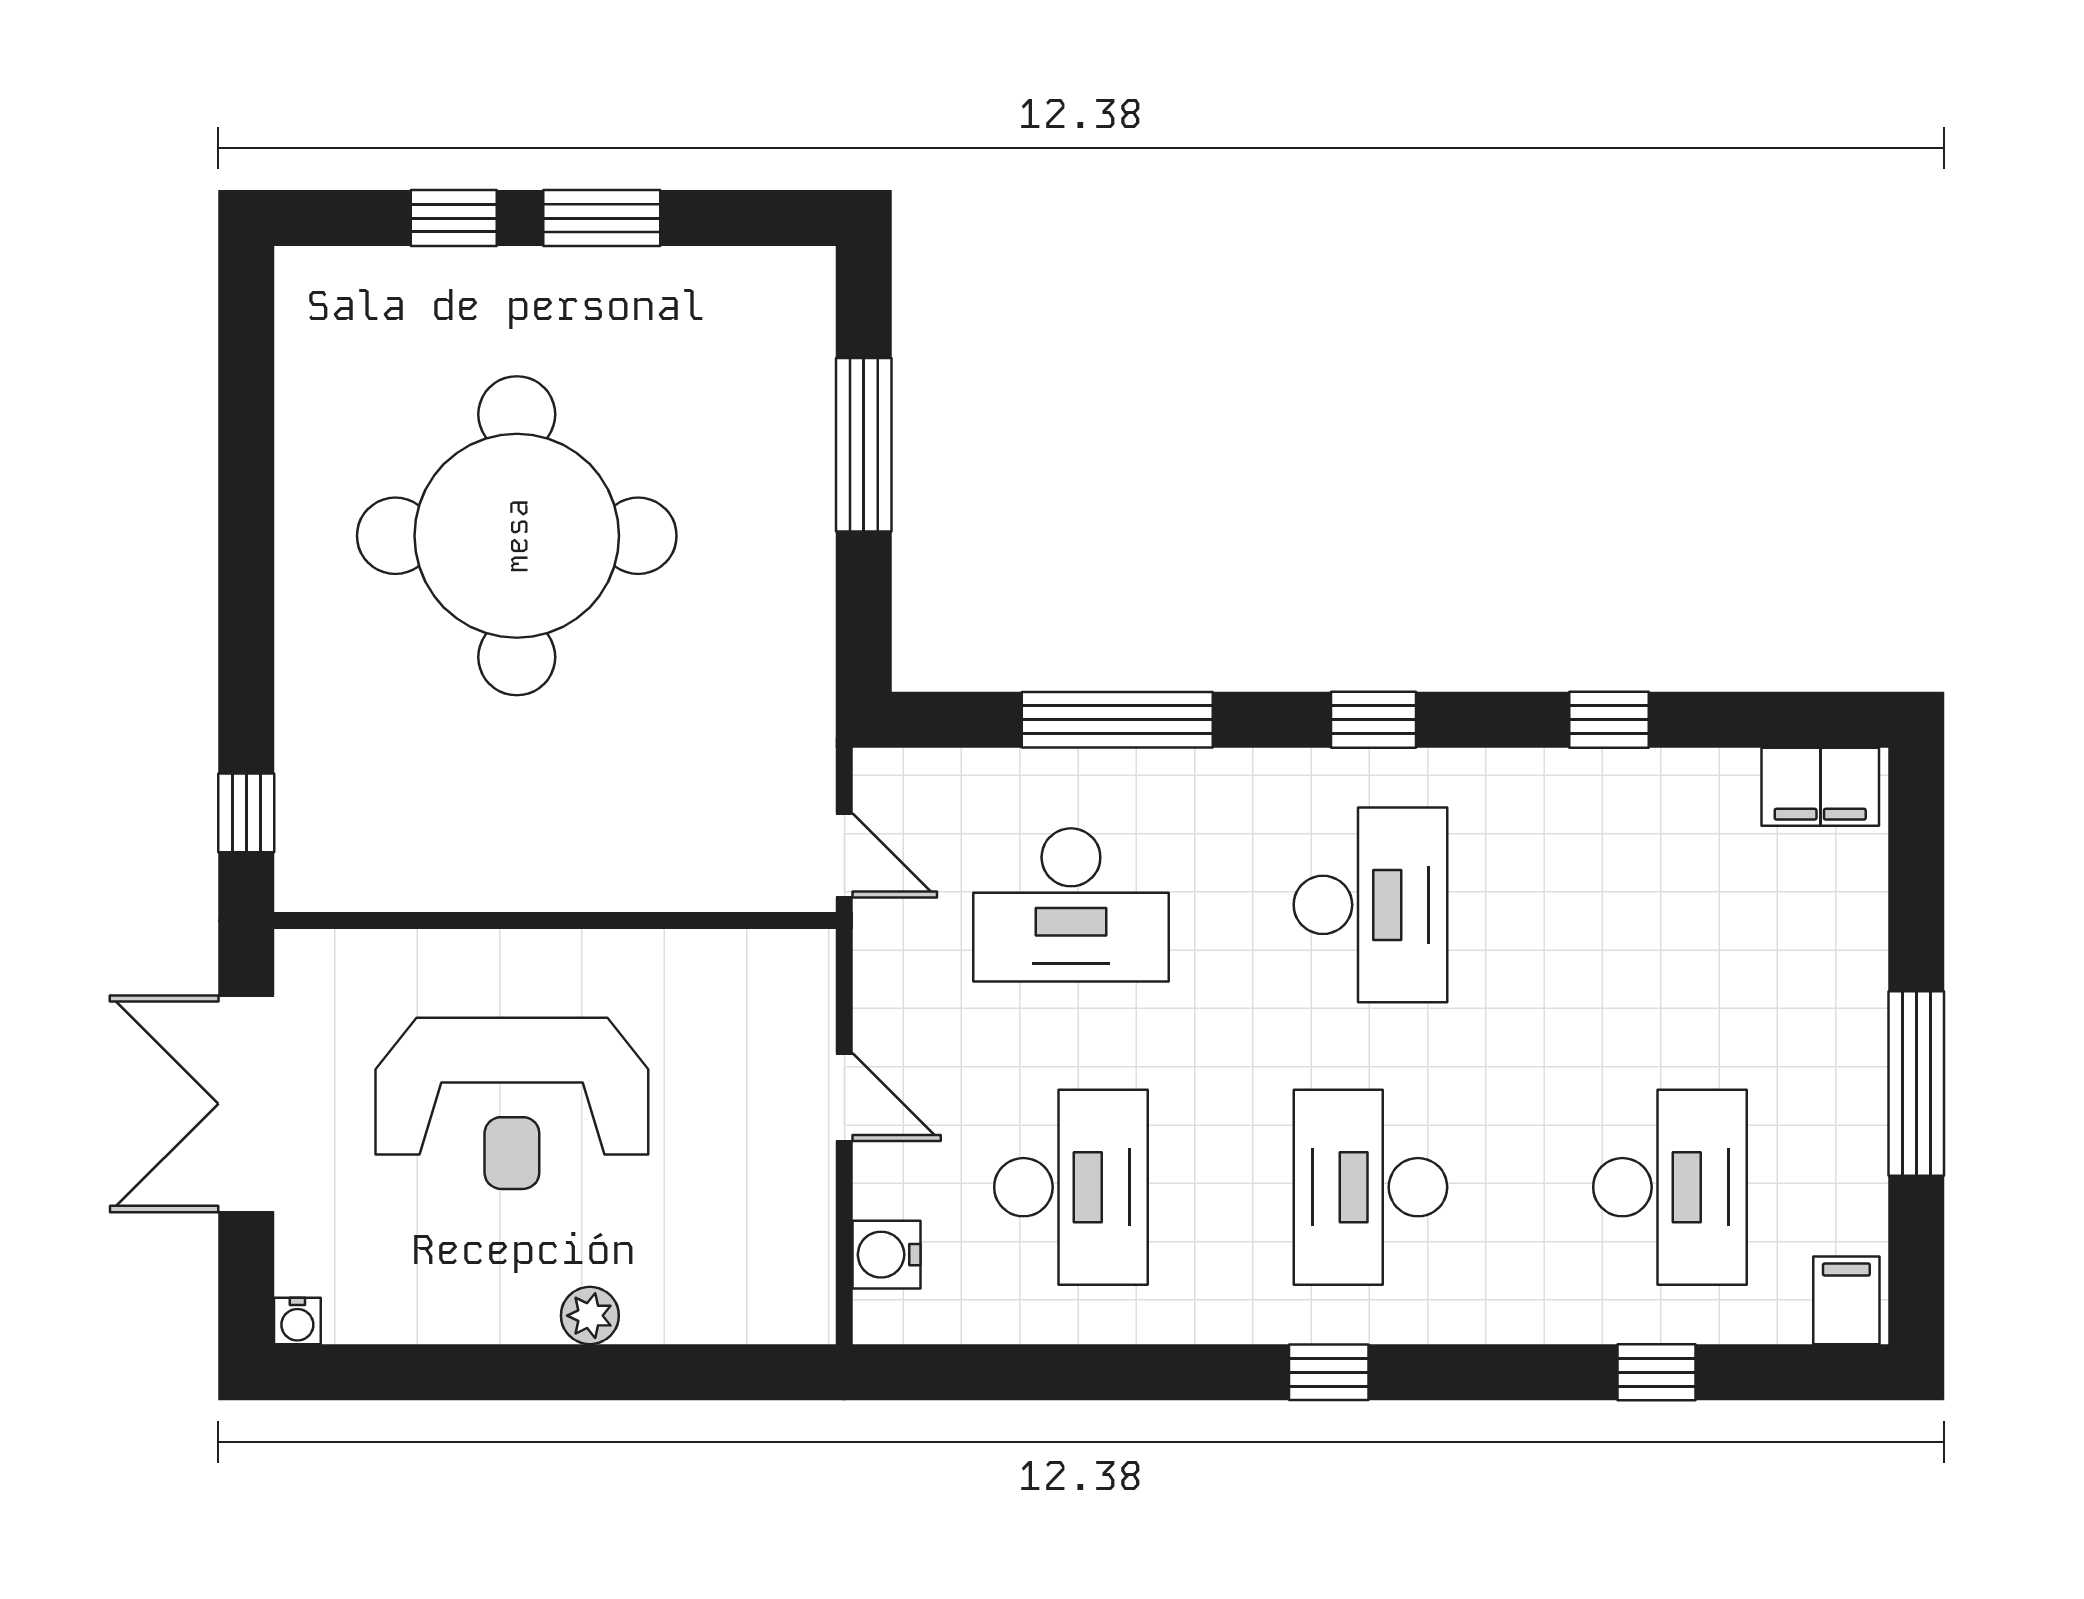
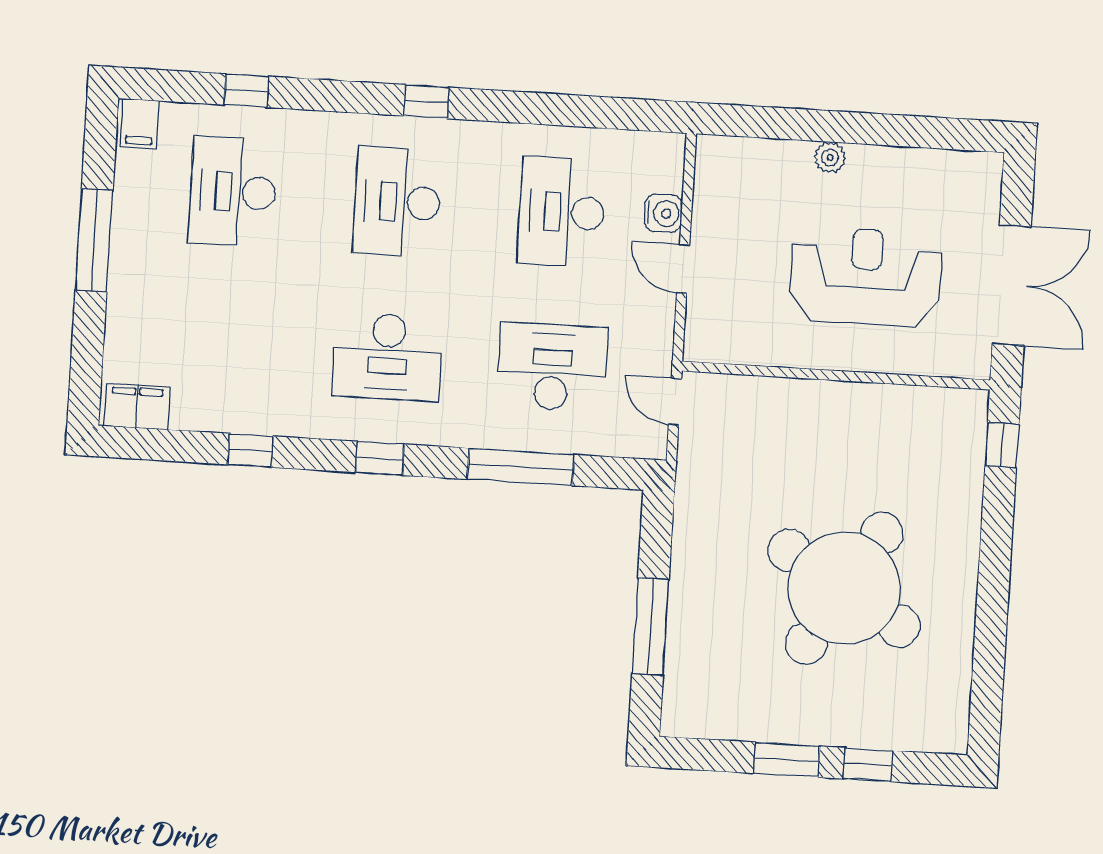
round table: (517, 536) -> (844, 588), turned 31
desk: (1370, 905) -> (388, 357), turned -90
desk: (1370, 1187) -> (397, 202), turned 180
water cooler: (886, 1255) -> (663, 213), moved
water cooler: (297, 1321) -> (991, 164), removed

